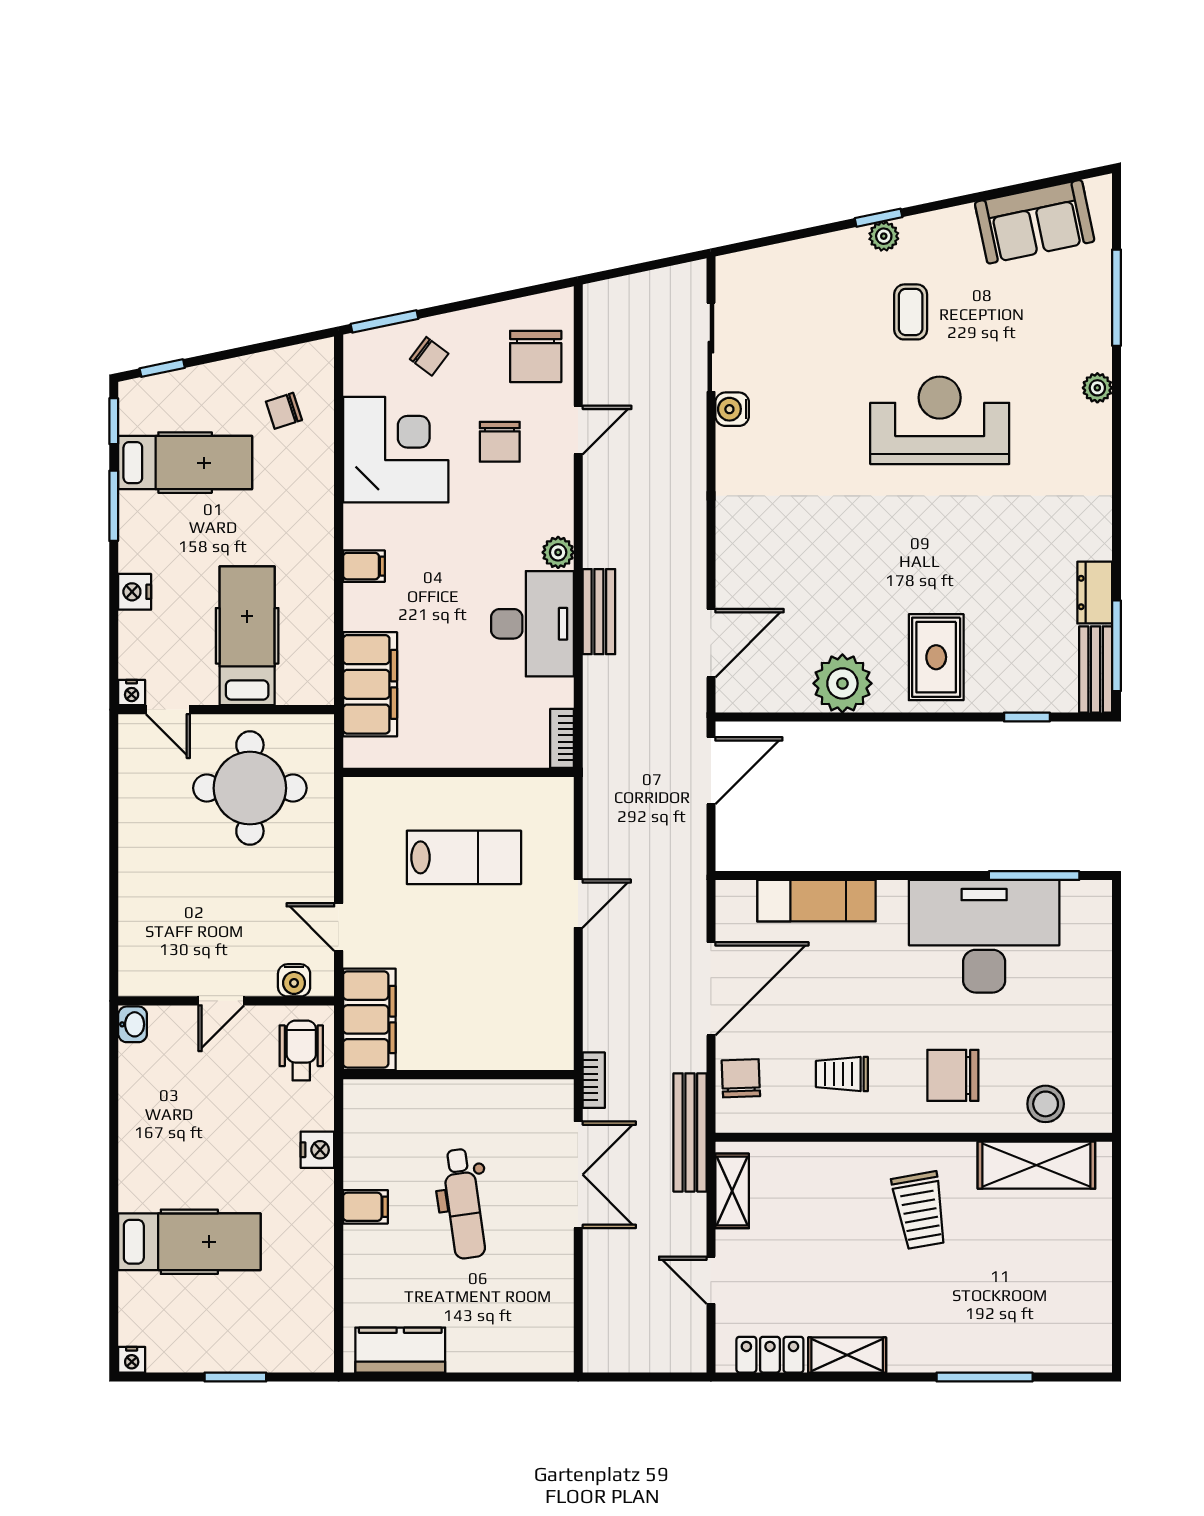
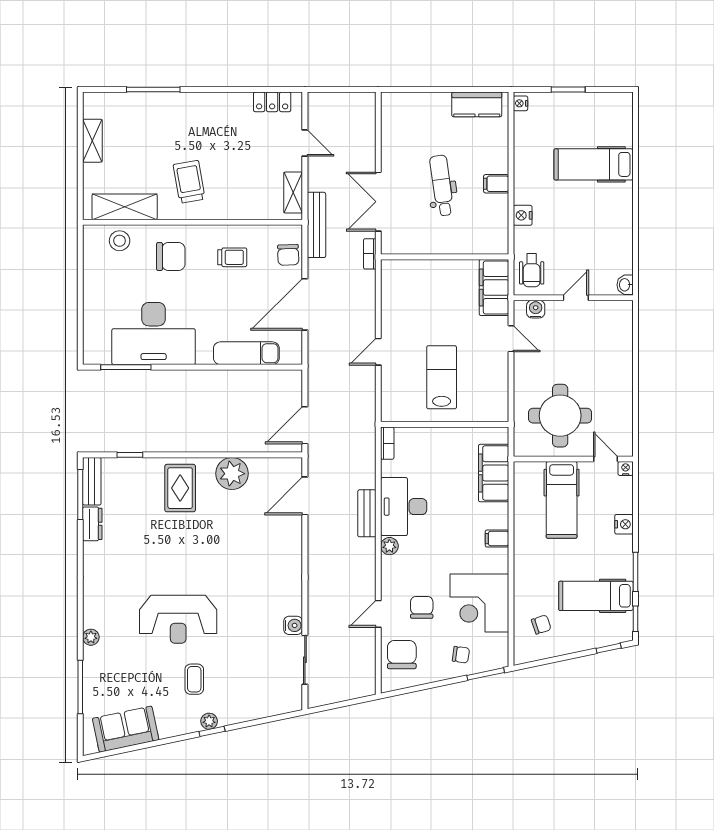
chair: (429, 356) -> (461, 655), turned 151
lab bench: (464, 857) -> (442, 377), turned 90
shelving: (847, 1355) -> (92, 141), moved, turned 90
nightstand: (132, 1360) -> (520, 103), moved, turned -90

